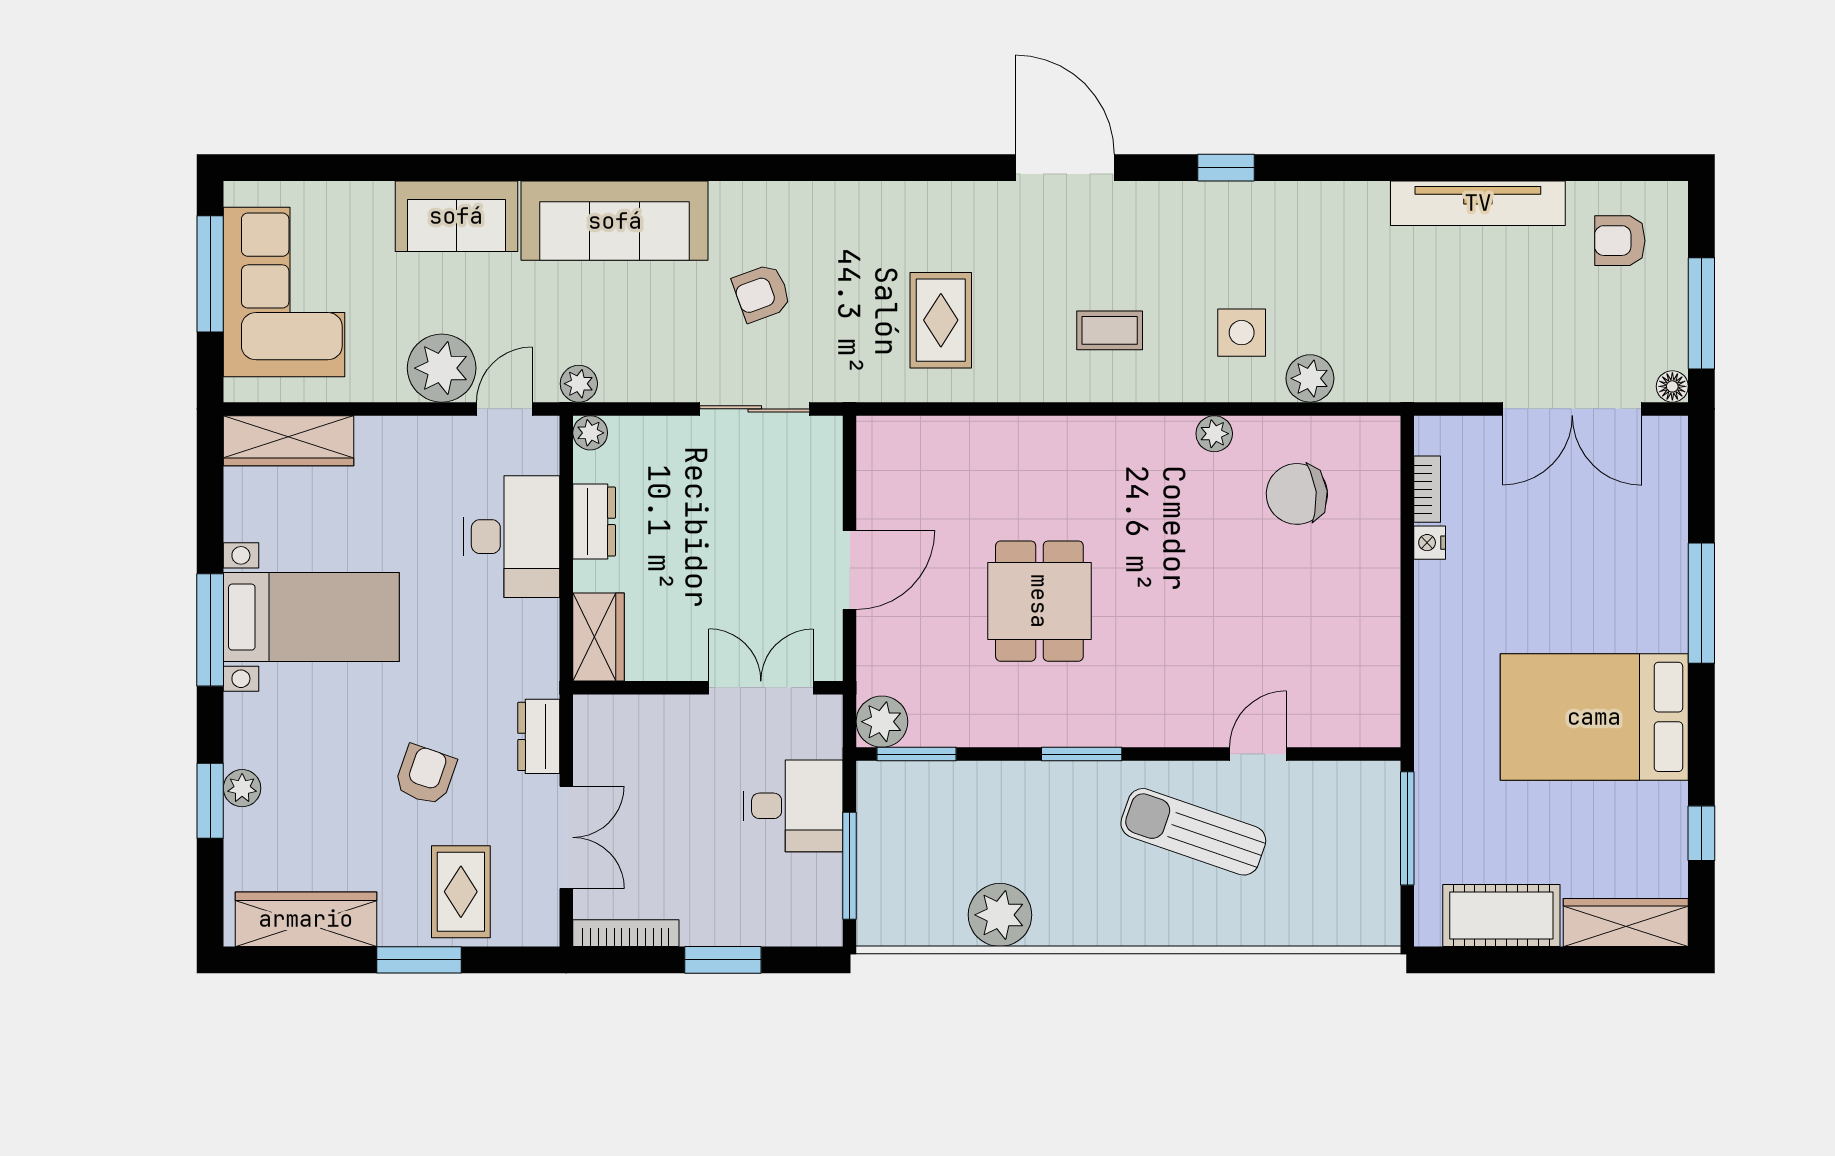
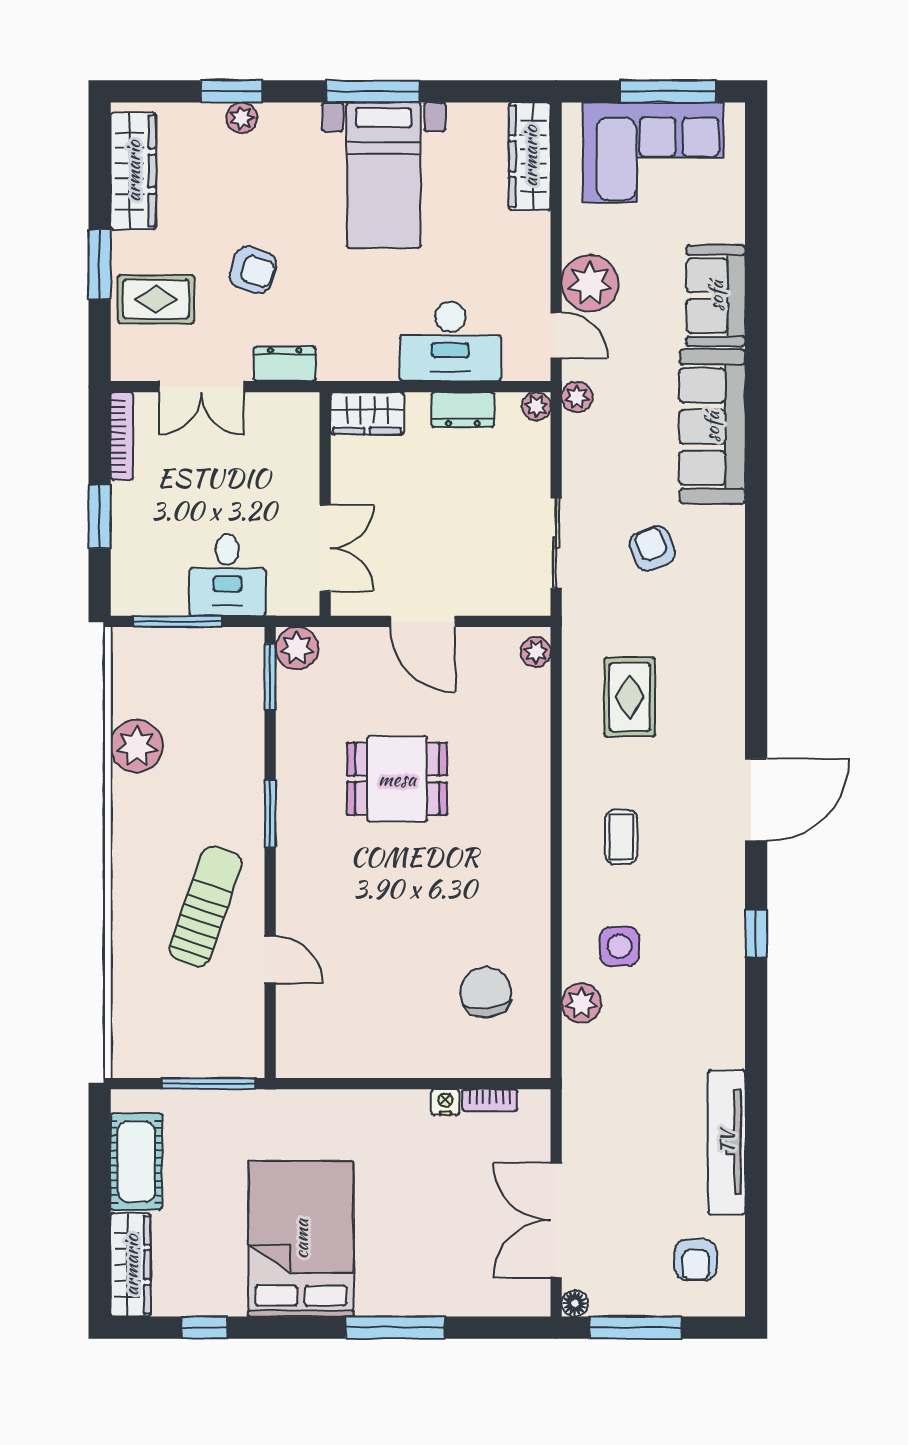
armchair: (1620, 241) -> (696, 1260), turned 180
rug: (941, 320) -> (630, 697), turned 90
plant: (1214, 434) -> (536, 652), moved

